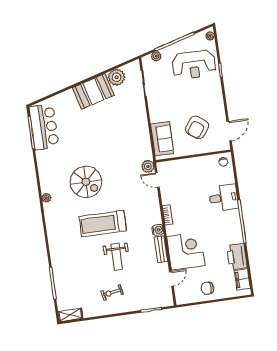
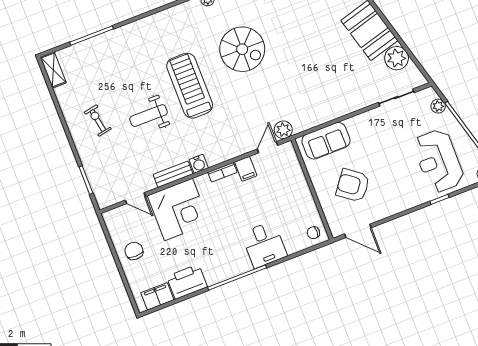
spiral stairs: (86, 182) -> (242, 49), turned -90
filing cabinet: (169, 198) -> (246, 169), added

